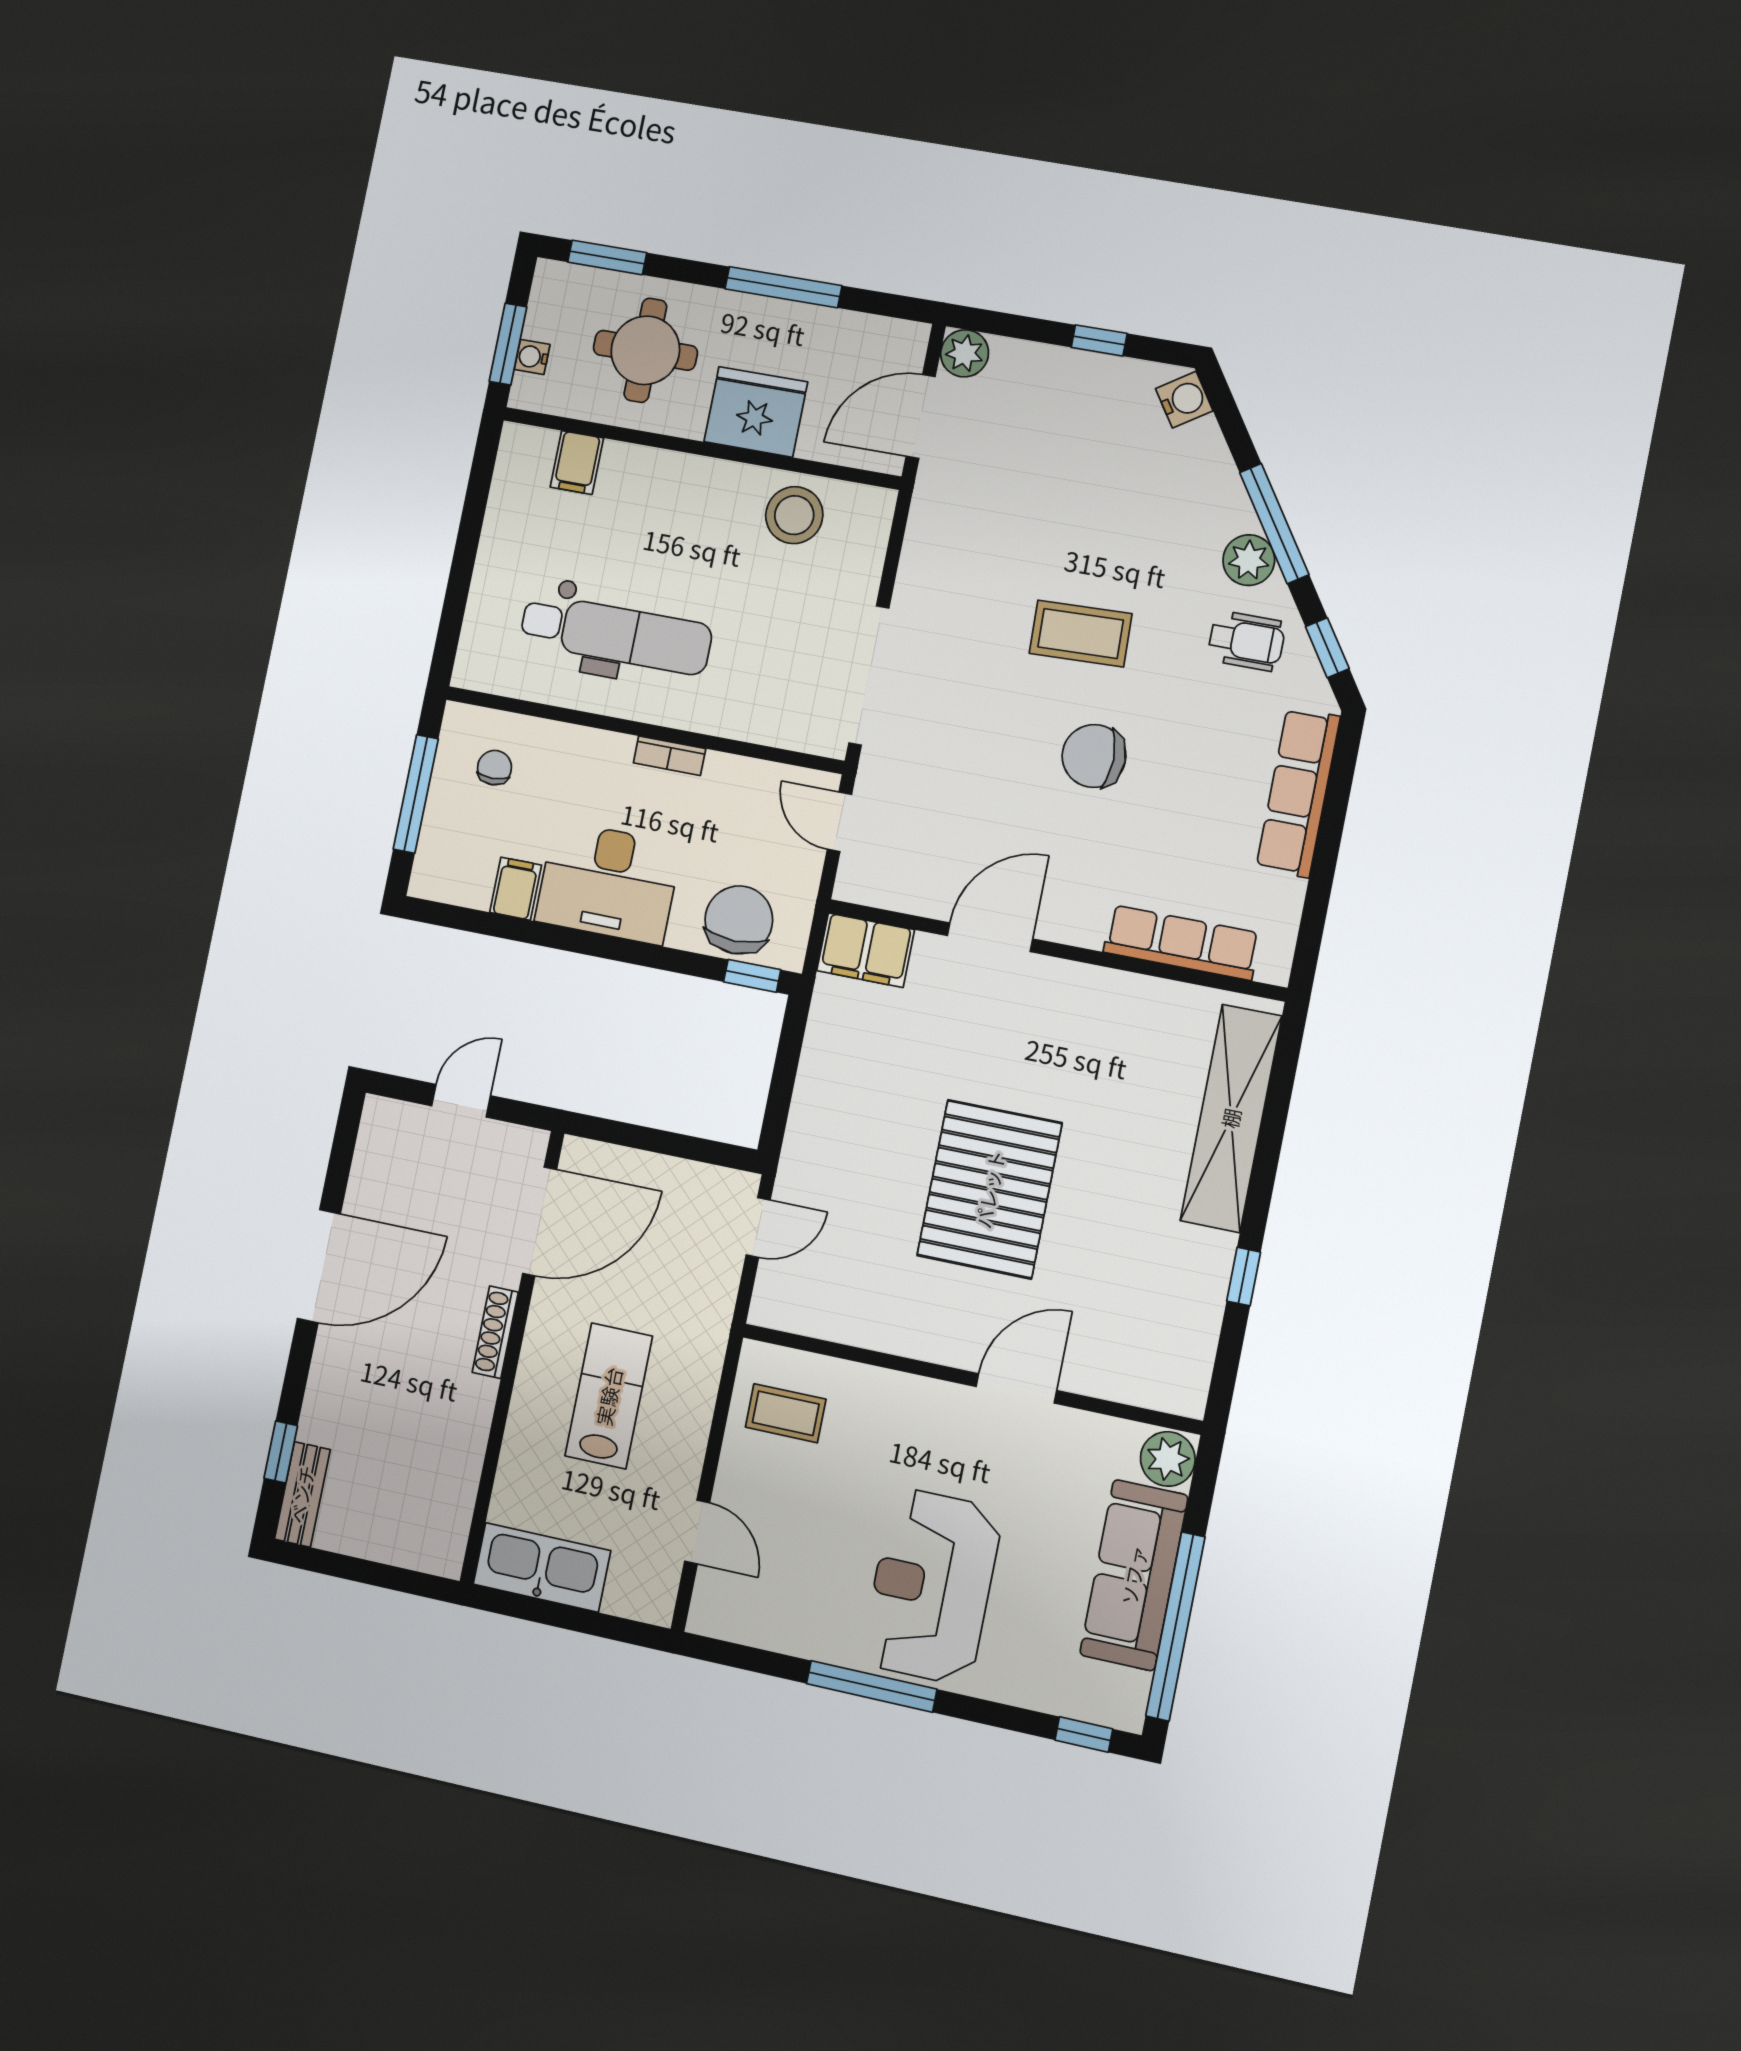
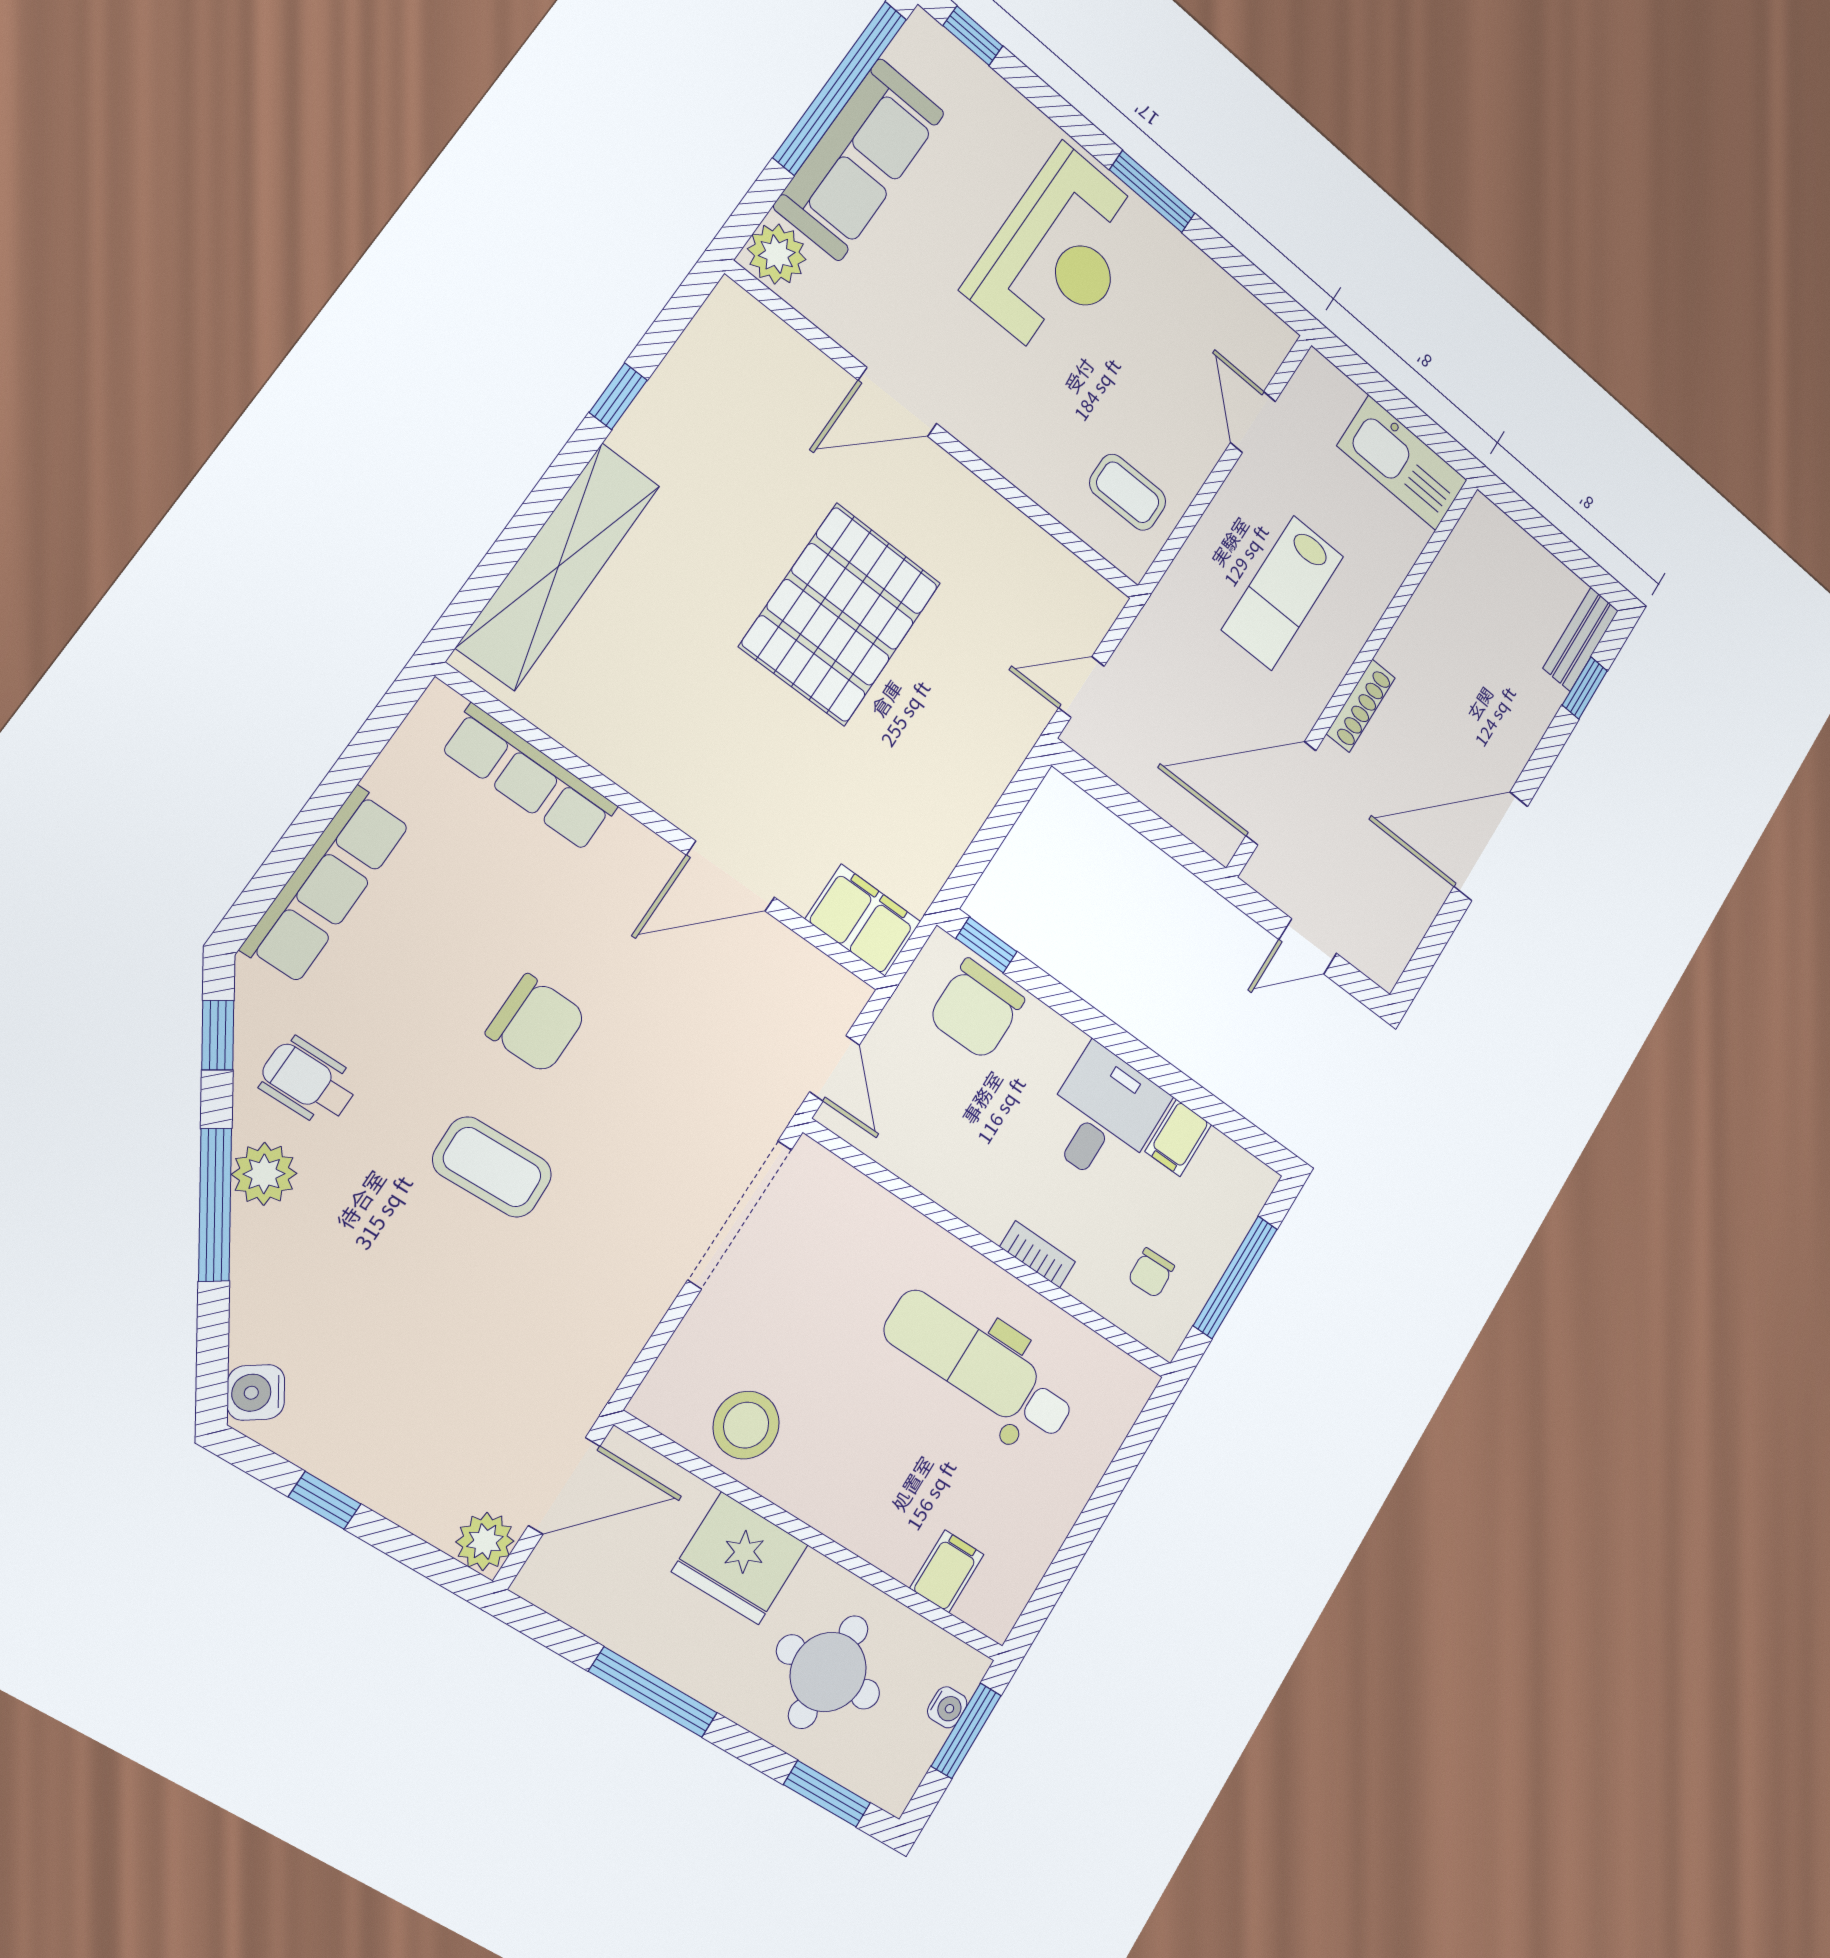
bookcase: (669, 756) -> (1038, 1254), moved
desk: (608, 883) -> (1103, 1116), width x0.73
window: (872, 1686) -> (1152, 192), width x0.69

